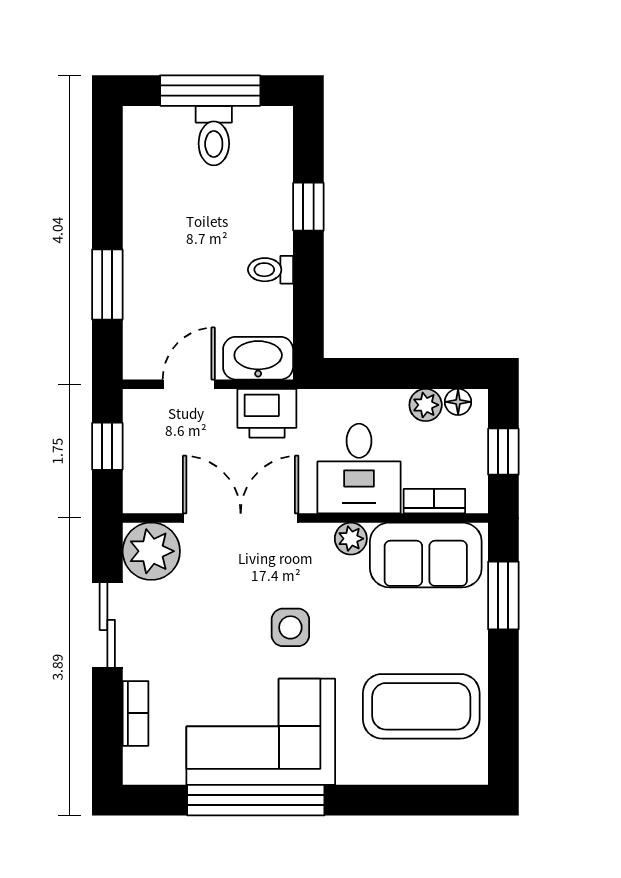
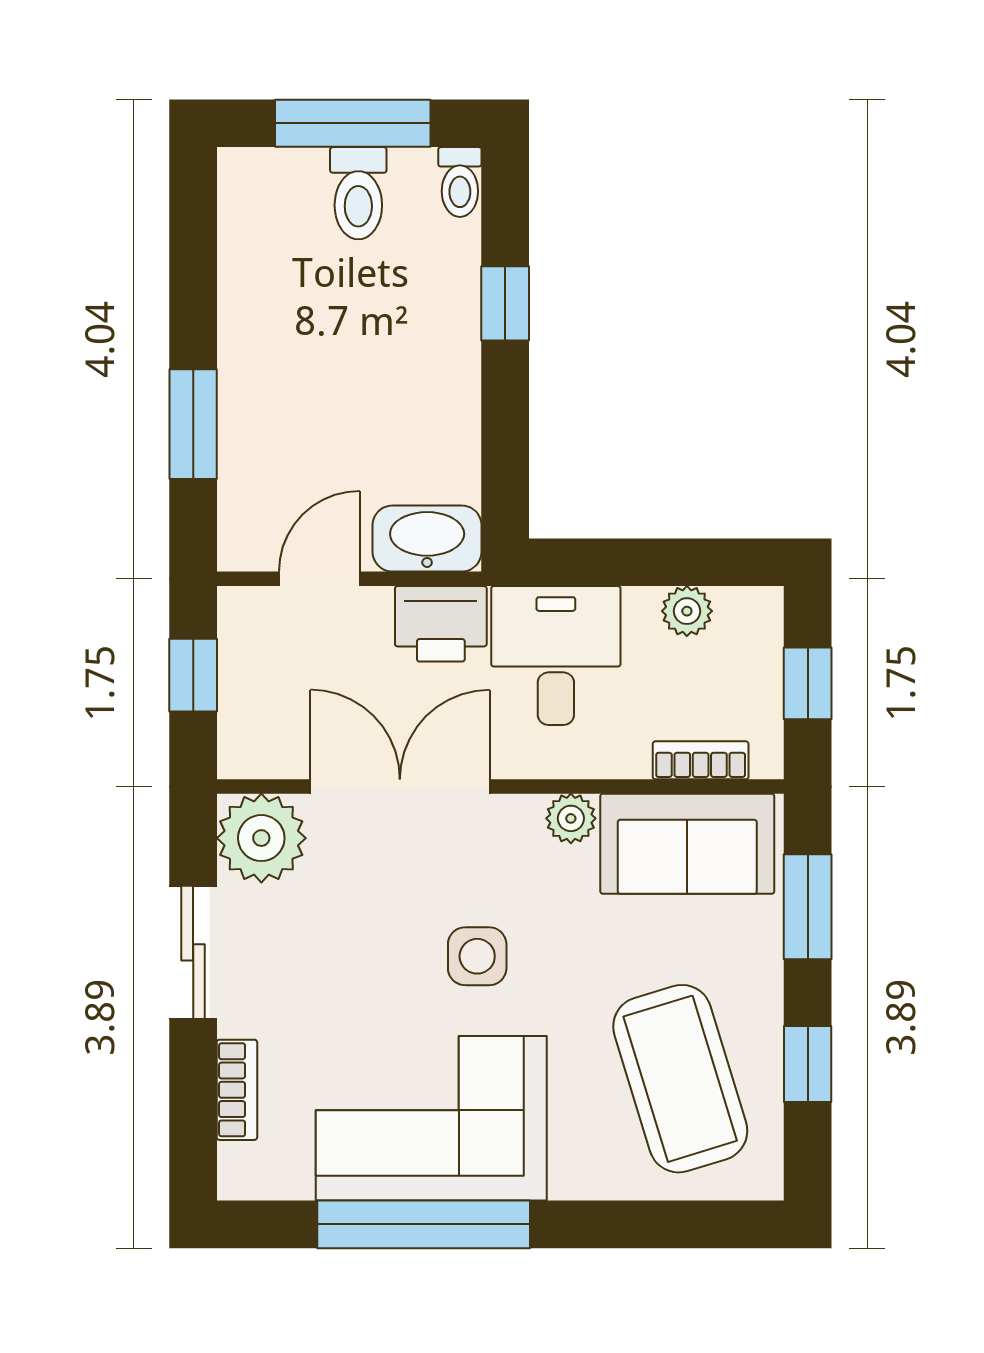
toilet: (271, 270) -> (460, 182), moved, turned -90
floor lamp: (458, 402) -> (737, 606), removed
desk: (359, 469) -> (556, 656), moved, turned 180
window: (503, 697) -> (808, 1064), added
coffee table: (421, 706) -> (680, 1079), turned 73

